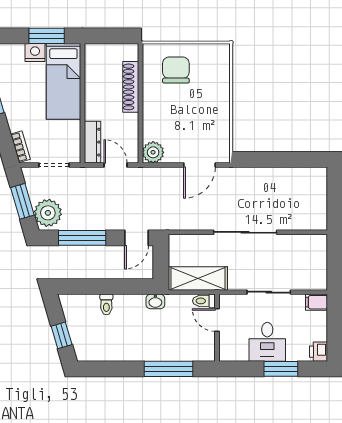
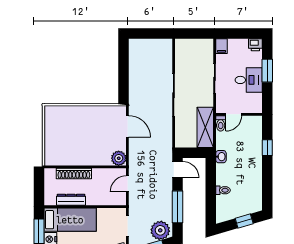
chair: (176, 70) -> (62, 143), removed
dresser: (93, 142) -> (71, 200), moved
window: (168, 369) -> (267, 148), width x0.46

